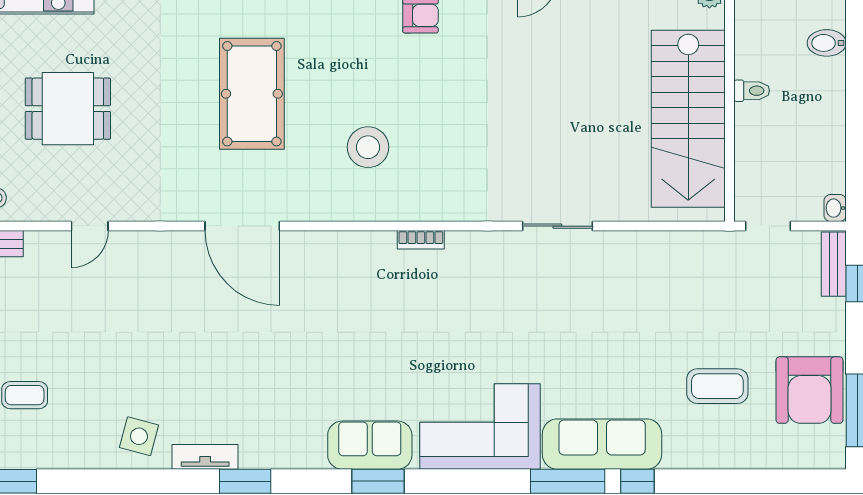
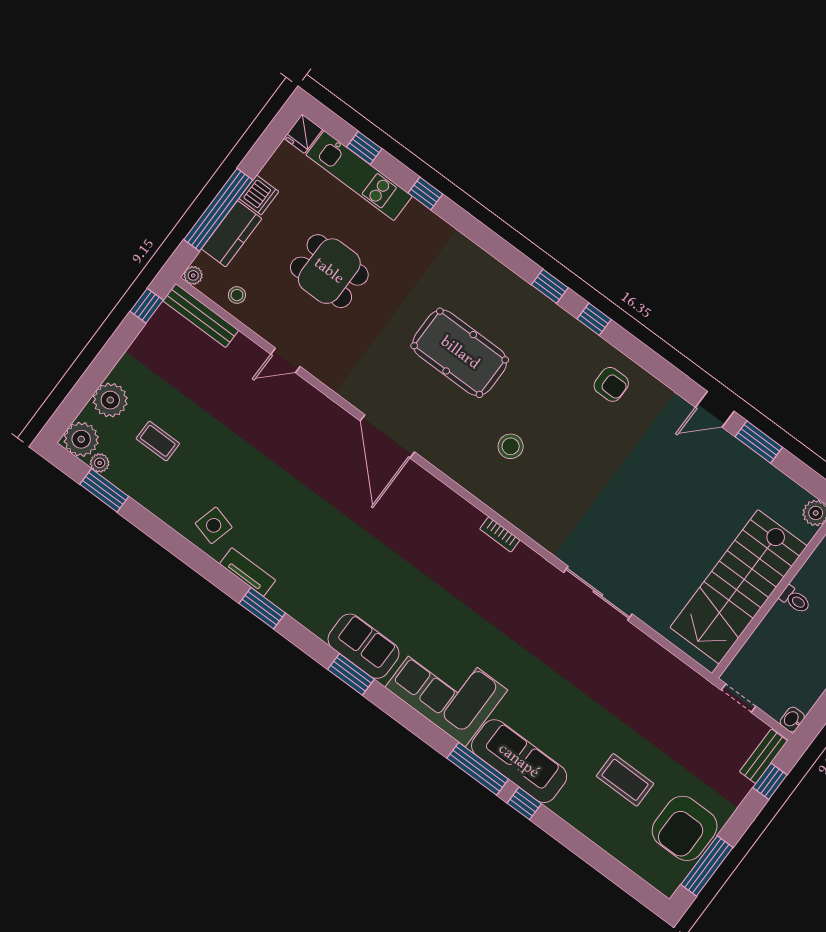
pool table: (252, 94) -> (460, 353), turned 90
stool: (368, 147) -> (511, 446), width x0.73, depth x0.73
sliding door: (557, 226) -> (598, 593), width x1.37

